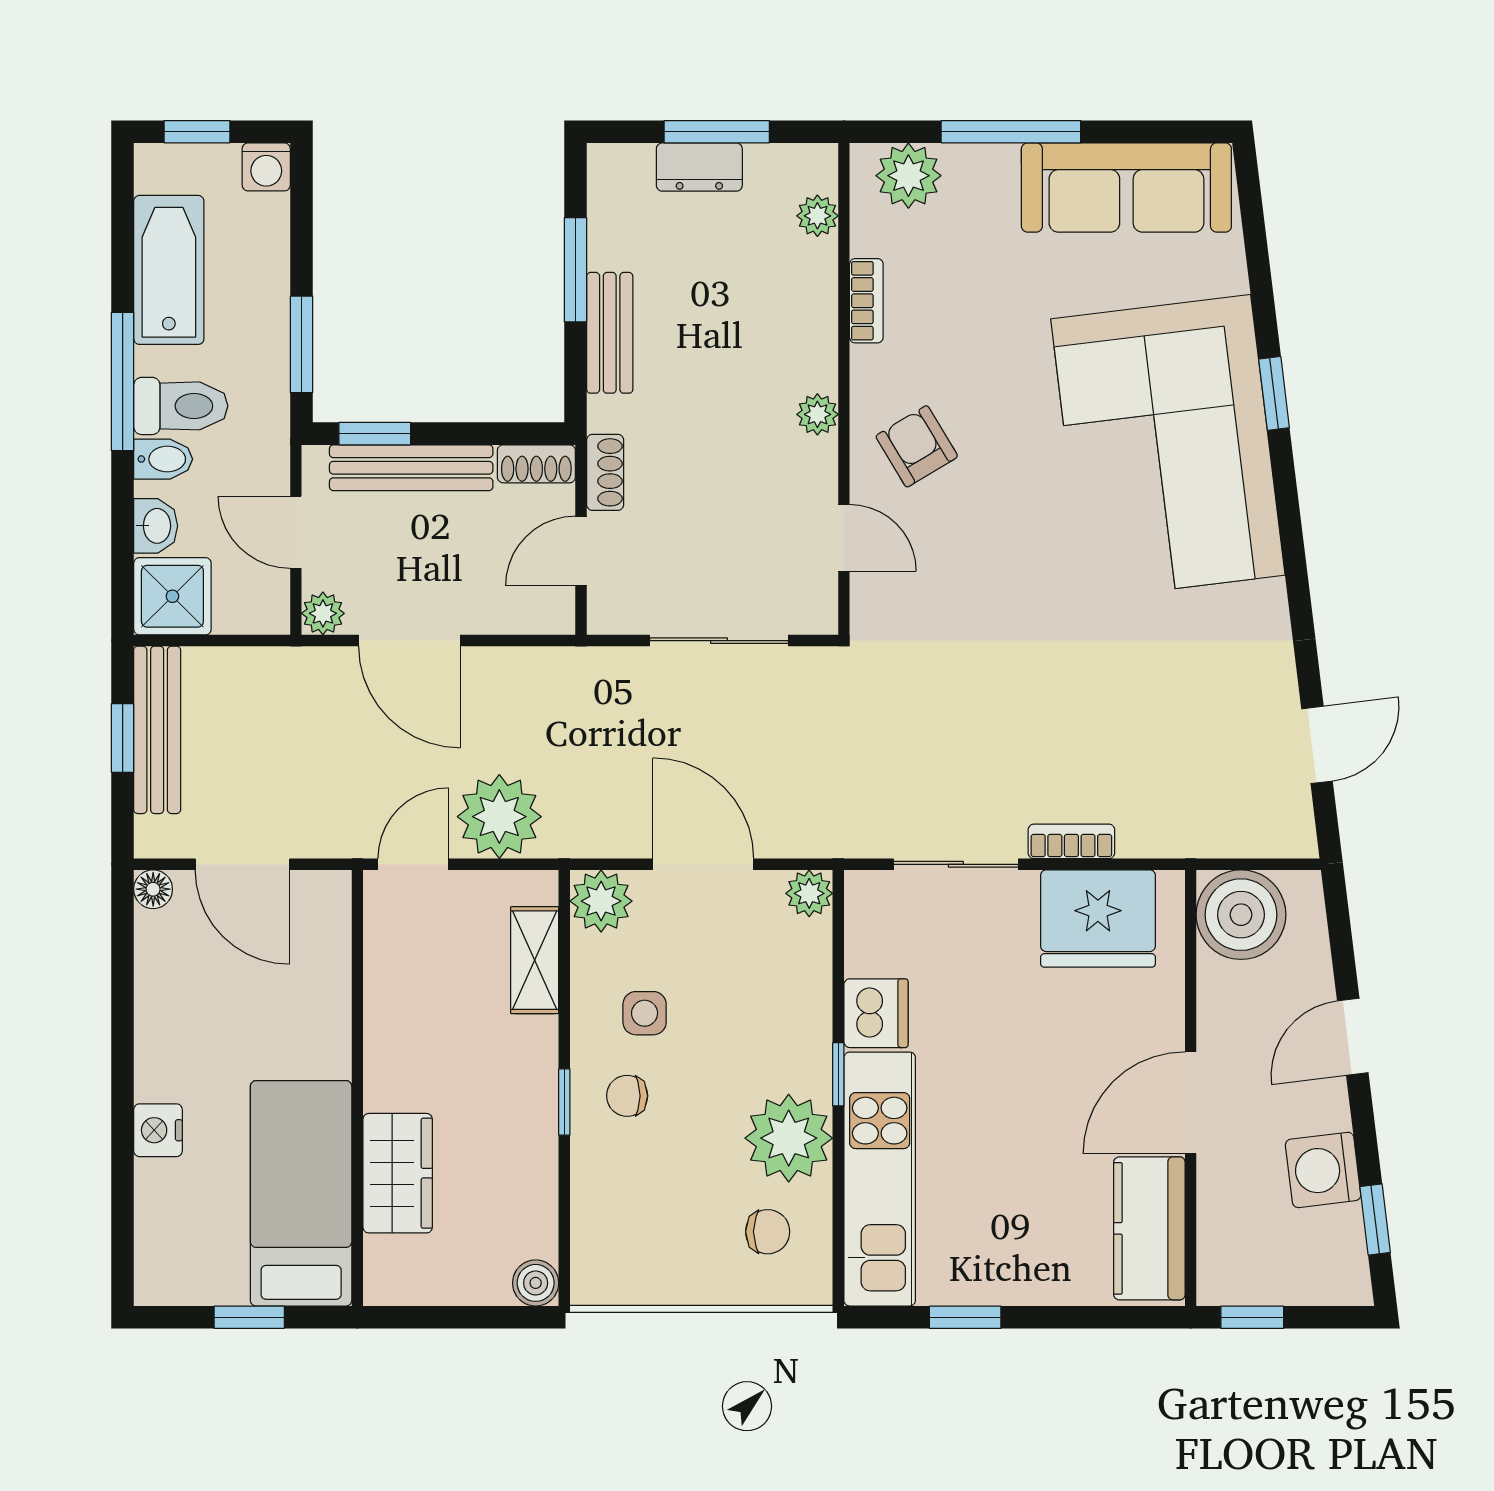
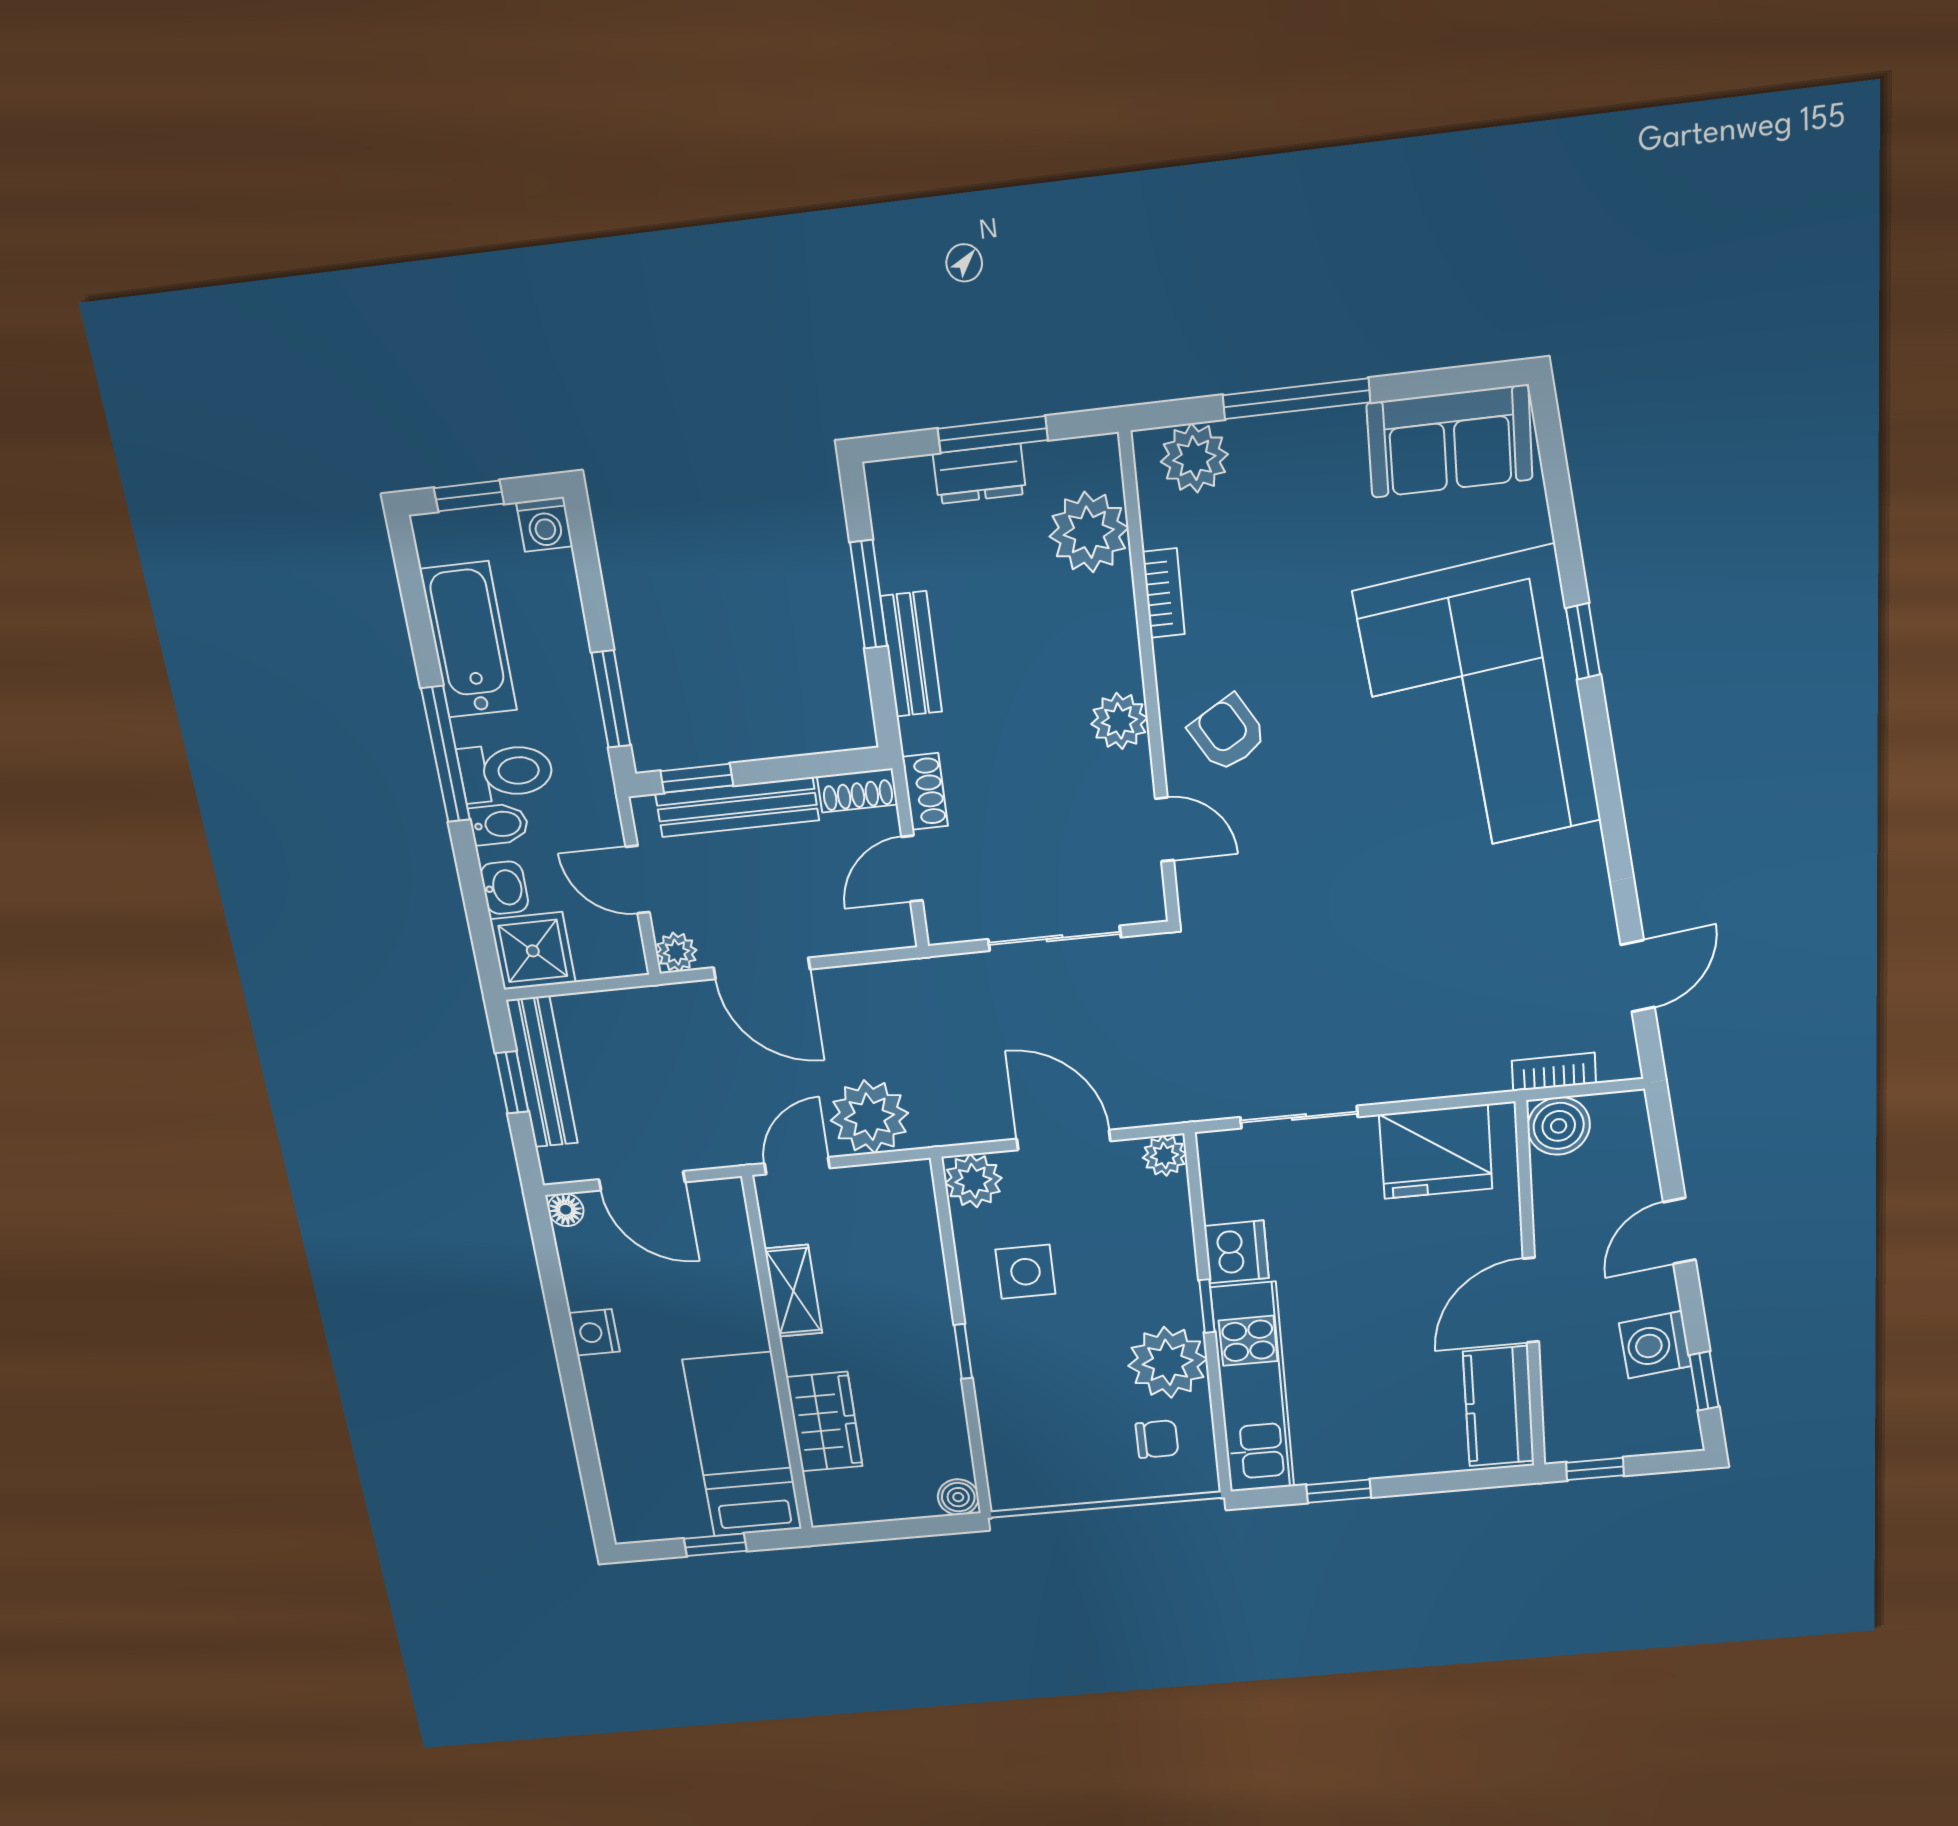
sofa: (1126, 188) -> (1450, 441), width x0.73
plant: (817, 216) -> (1089, 532), width x1.88, depth x1.88
plant: (817, 414) -> (1119, 721), width x1.38, depth x1.38
bookcase: (1071, 841) -> (1554, 1072), moved
boiler: (1241, 915) -> (1559, 1126), width x0.73, depth x0.73
shelving: (535, 960) -> (793, 1291), moved
side table: (645, 1013) -> (1025, 1272), width x1.37, depth x1.37
chair: (627, 1096) -> (1019, 1341), removed
nightstand: (158, 1130) -> (594, 1332), moved

